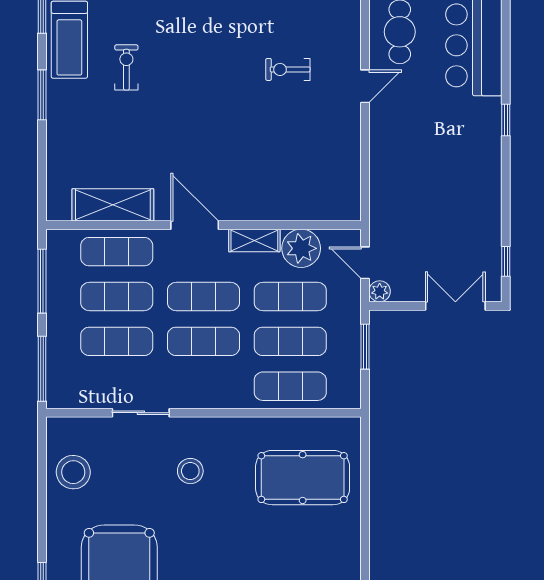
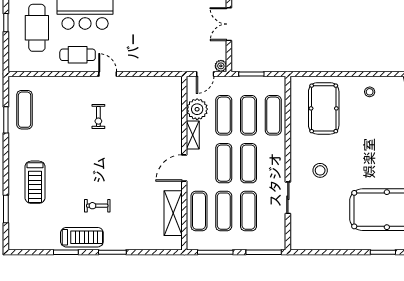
stool: (73, 472) -> (370, 92), moved, width x0.53, depth x0.53

